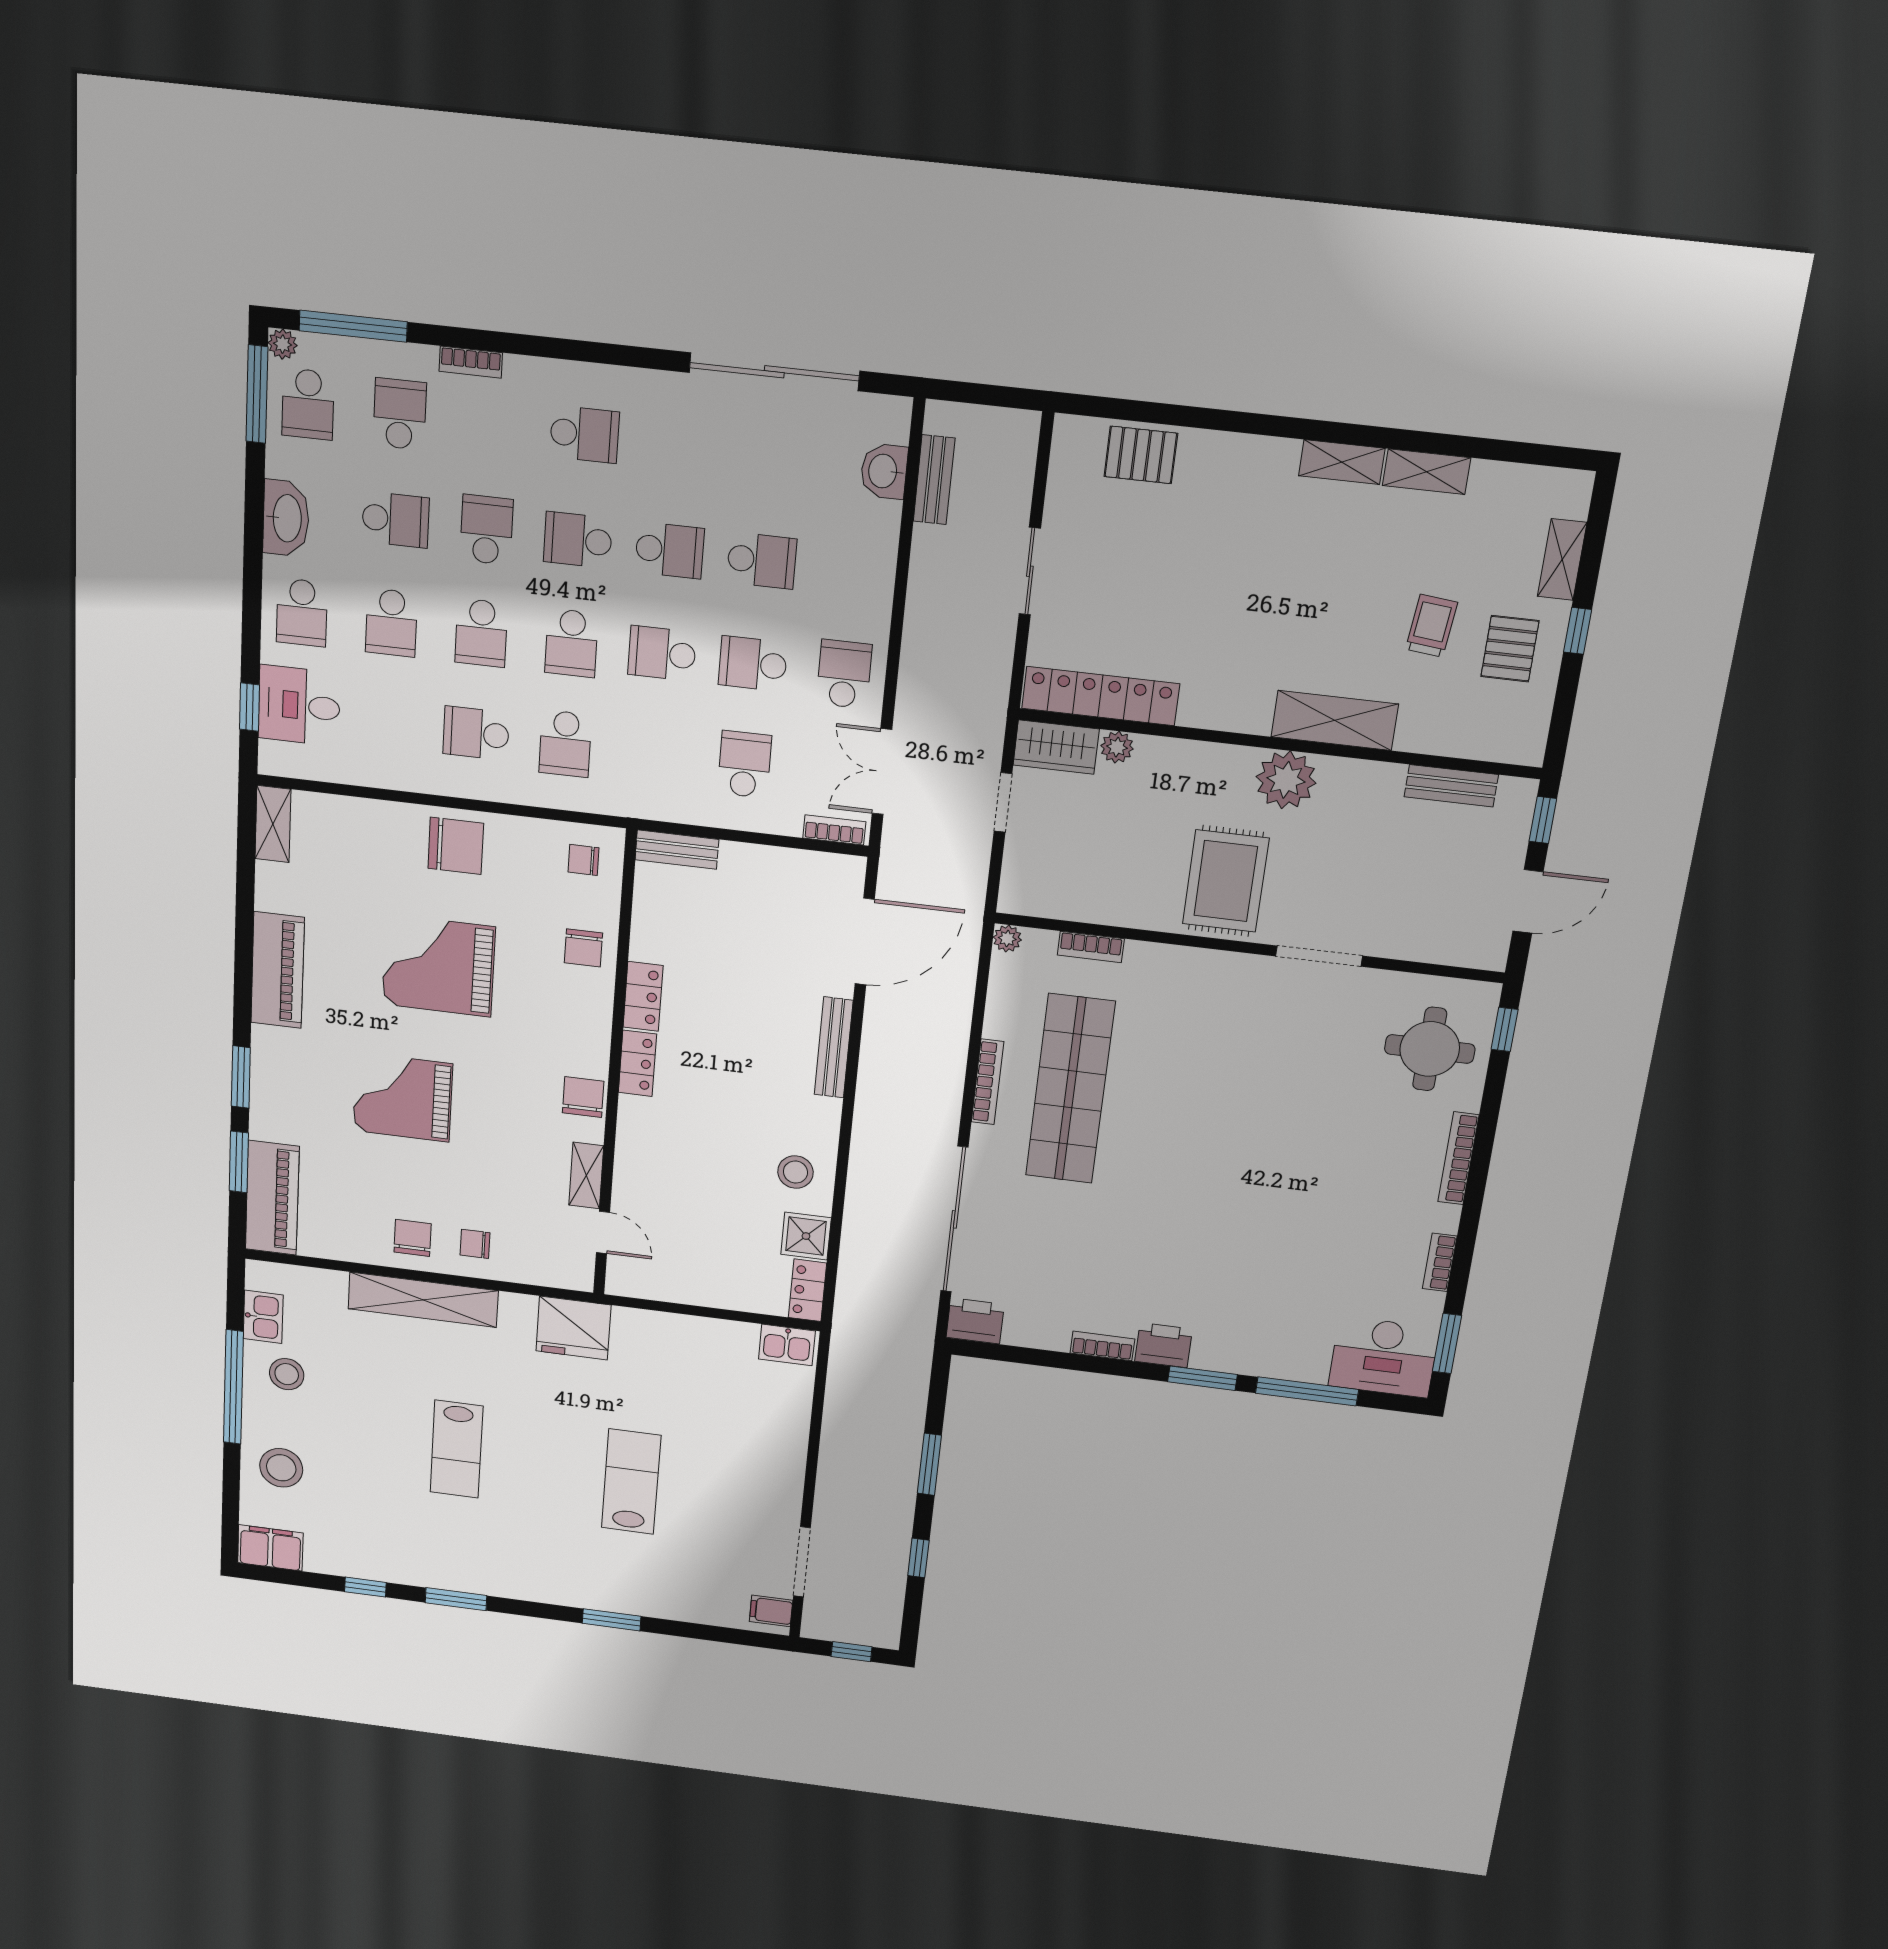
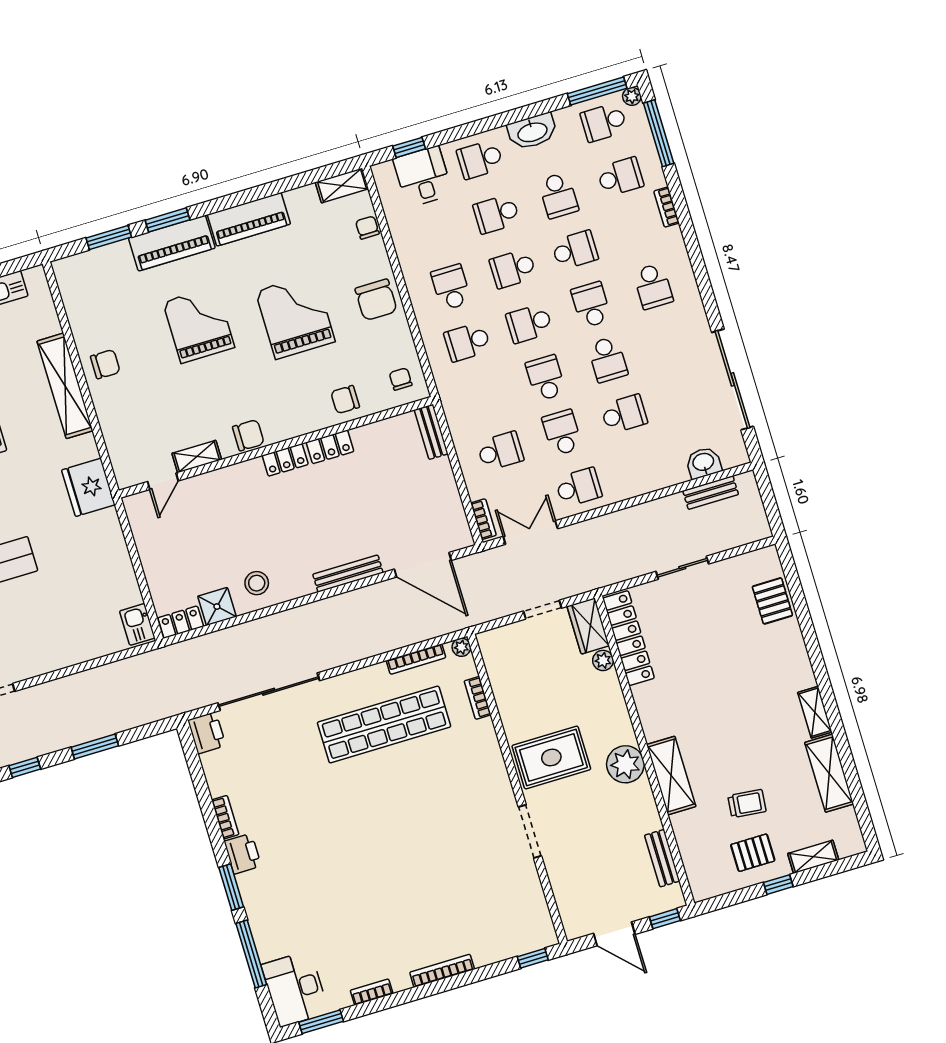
shelving: (1427, 472) -> (829, 773), width x1.50, depth x1.33
school desk: (762, 561) -> (624, 414), turned -90
round table: (1430, 1049) -> (502, 921), removed
bookcase: (988, 1082) -> (416, 659), moved
piano: (272, 1198) -> (172, 243), moved
chair: (475, 1244) -> (367, 228), moved

